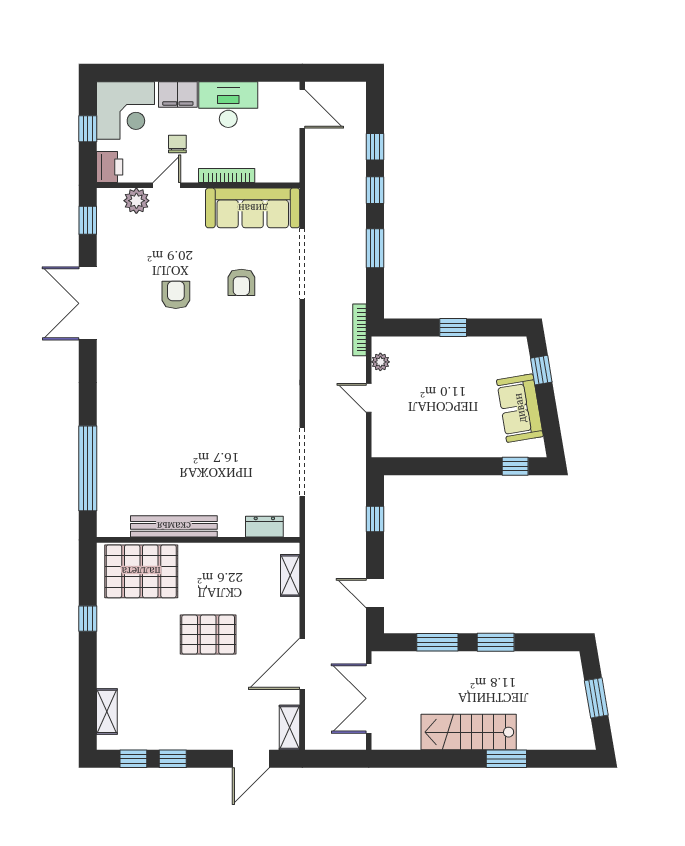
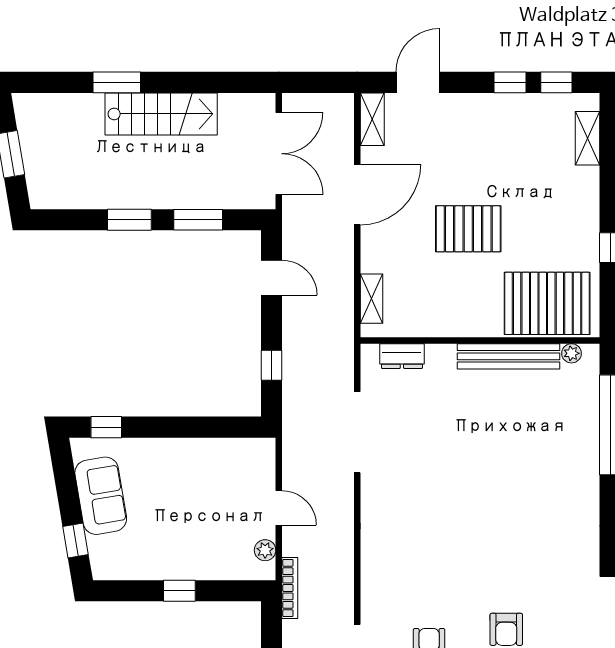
plant: (120, 529) -> (571, 353), added

